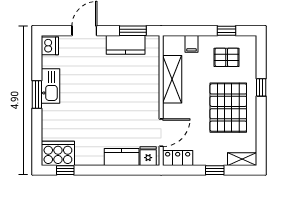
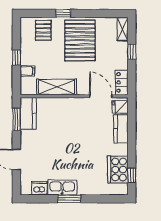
window: (227, 31) -> (16, 58), moved
kitchen counter: (126, 45) -> (28, 113), moved
dishwasher: (50, 46) -> (39, 188), moved
pallet: (227, 57) -> (43, 30), moved
pallet: (228, 108) -> (80, 41), turned 90
cooker: (58, 153) -> (118, 170), moved

